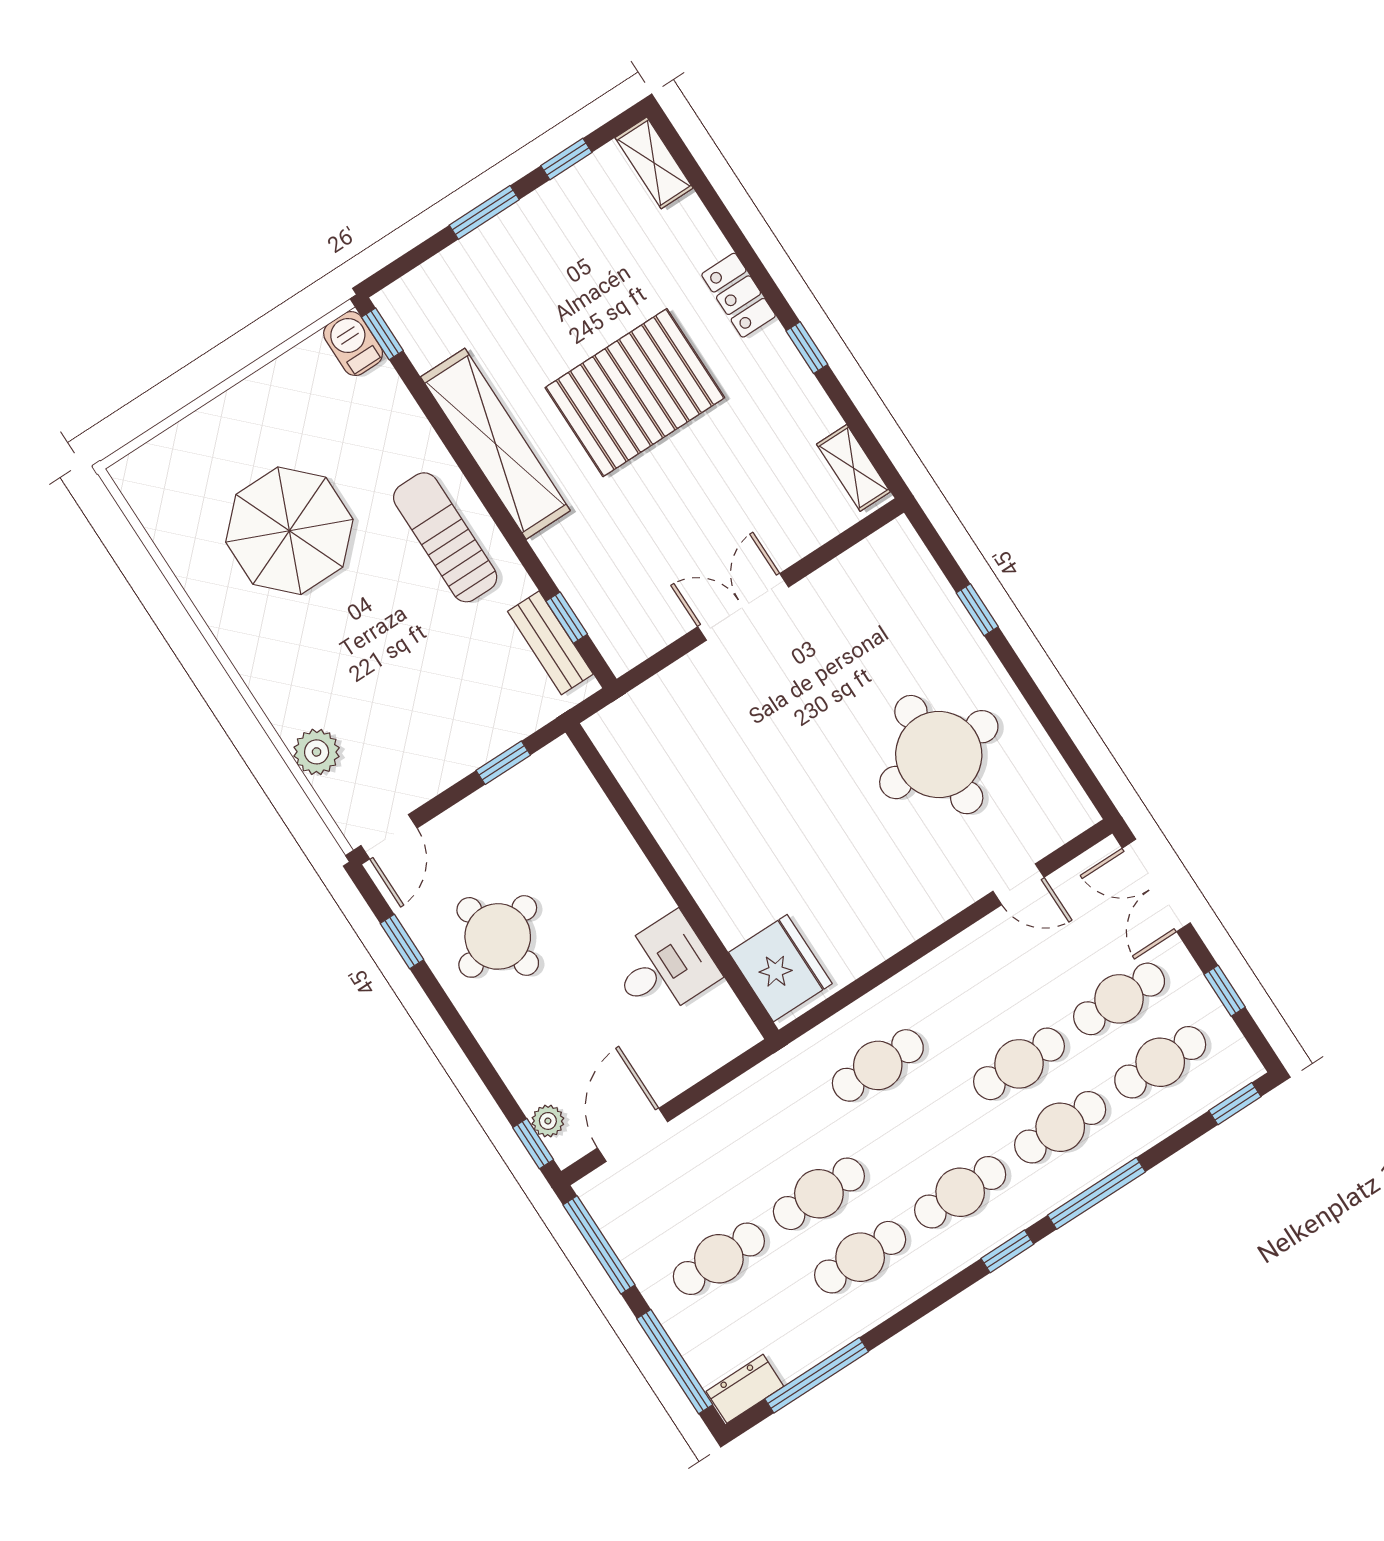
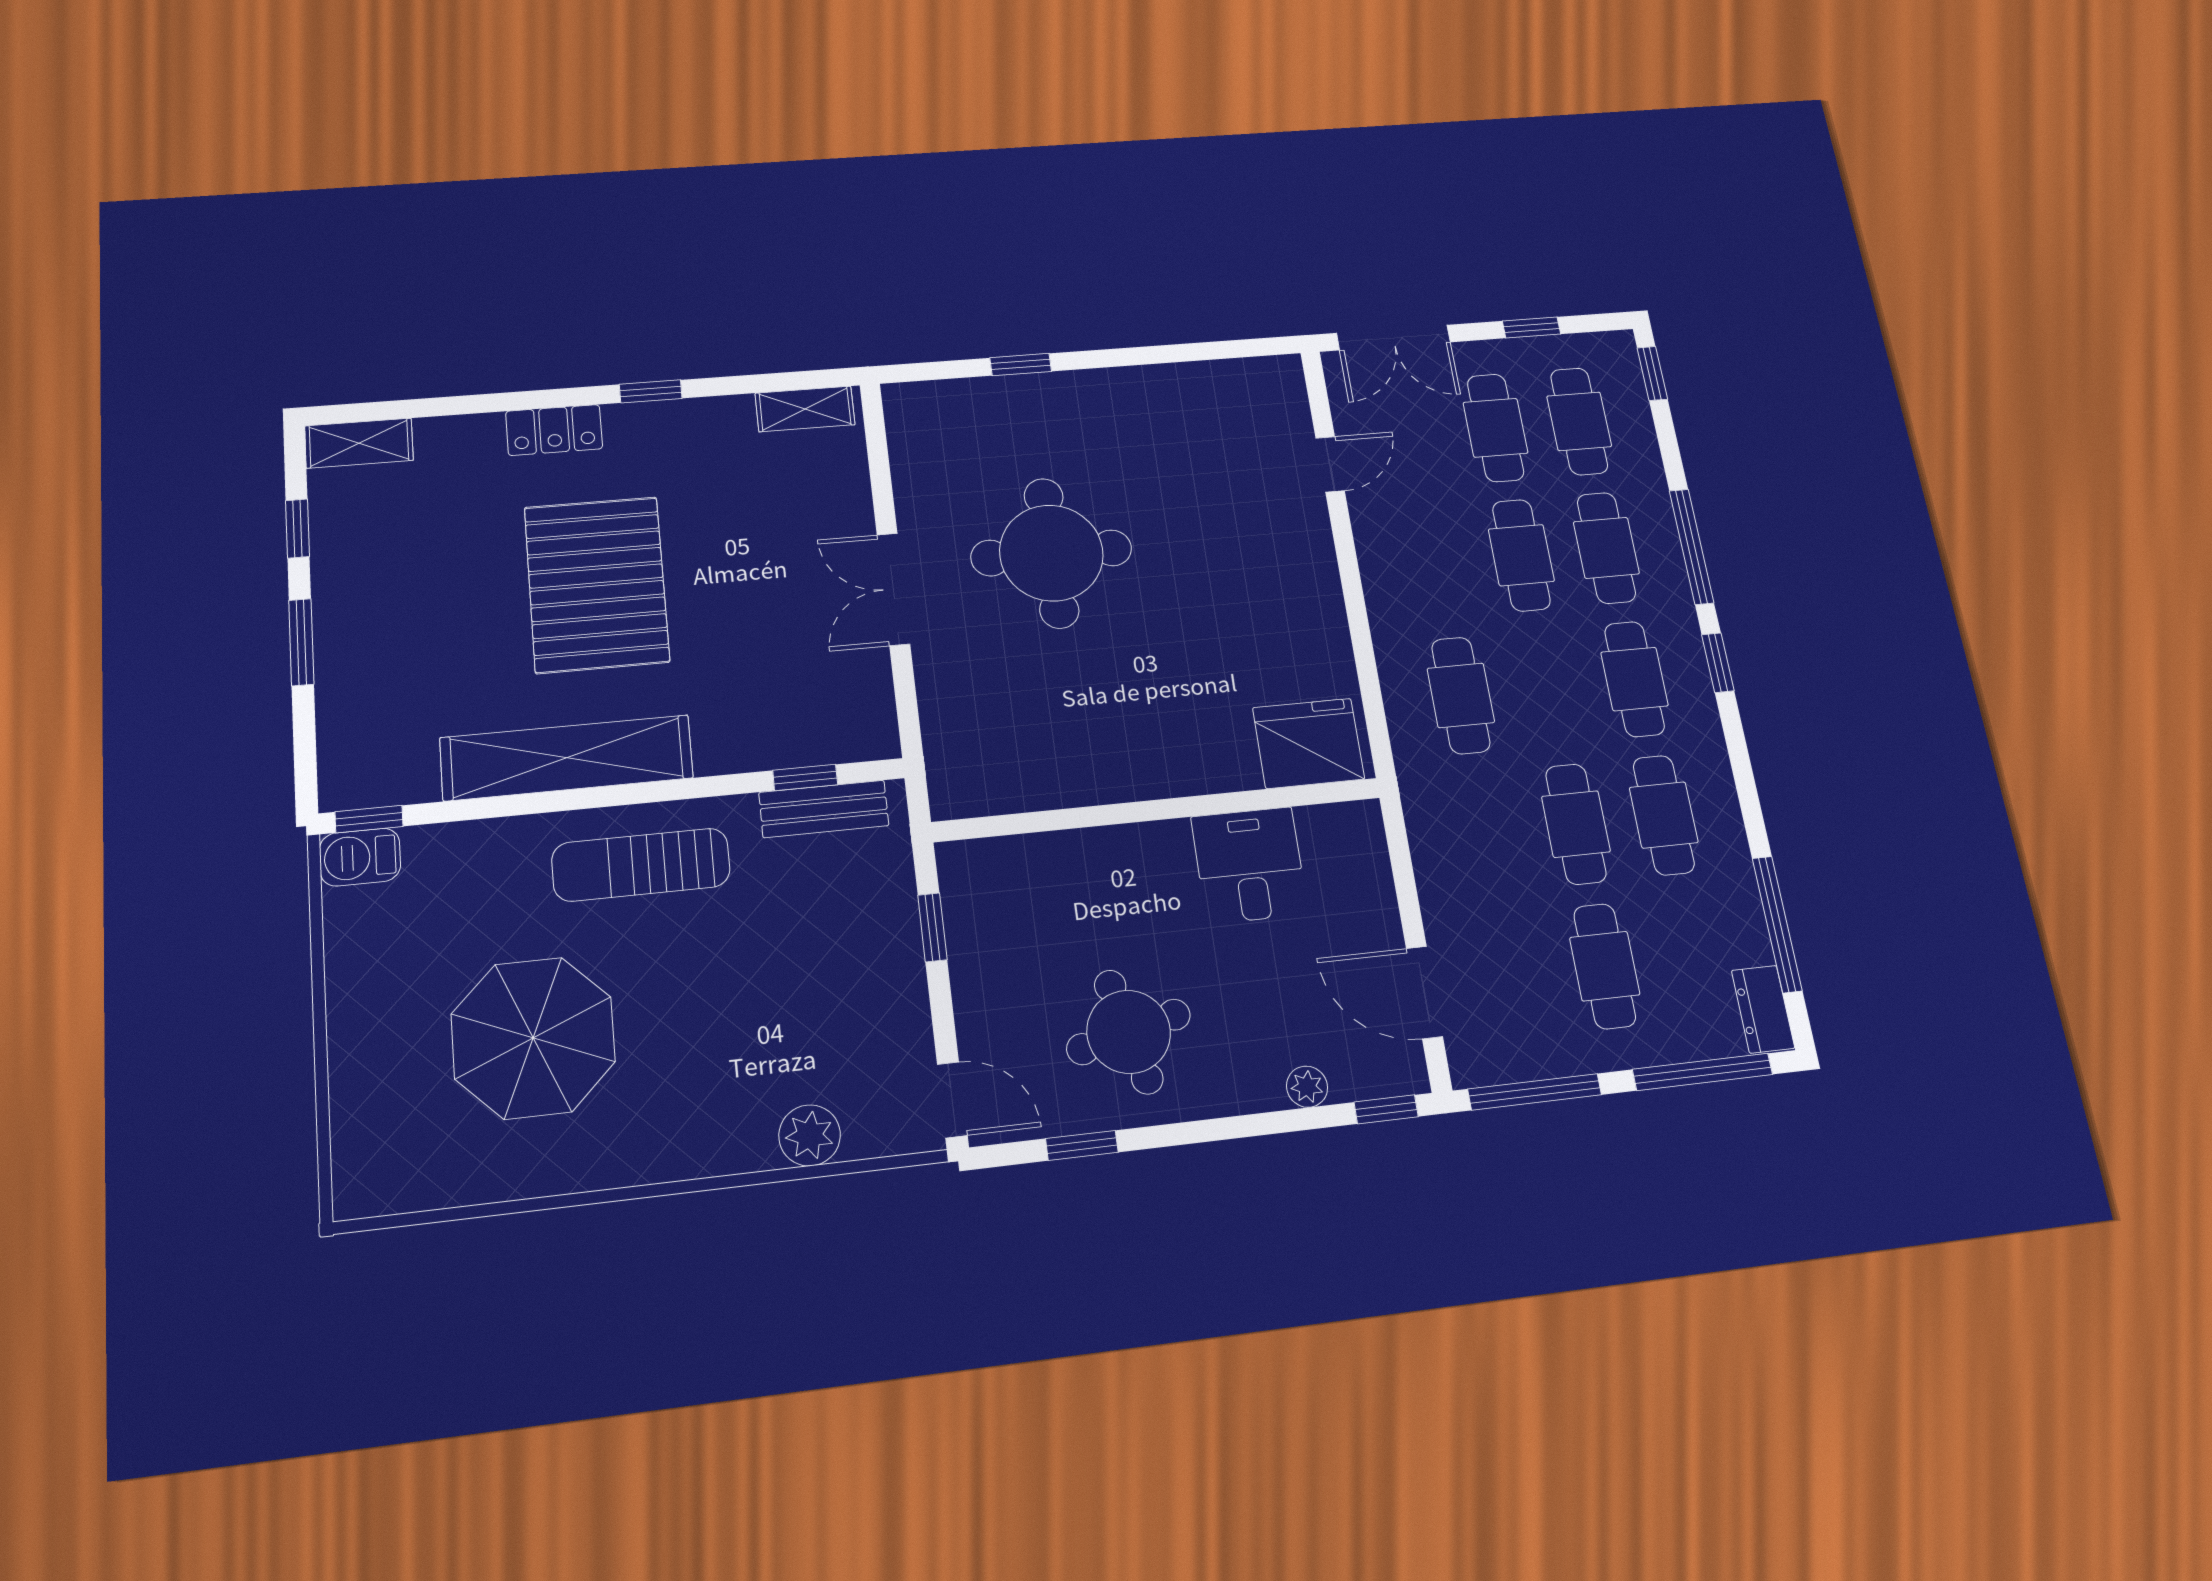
round table: (939, 755) -> (1051, 553), moved
plant: (548, 1121) -> (1307, 1087), moved

